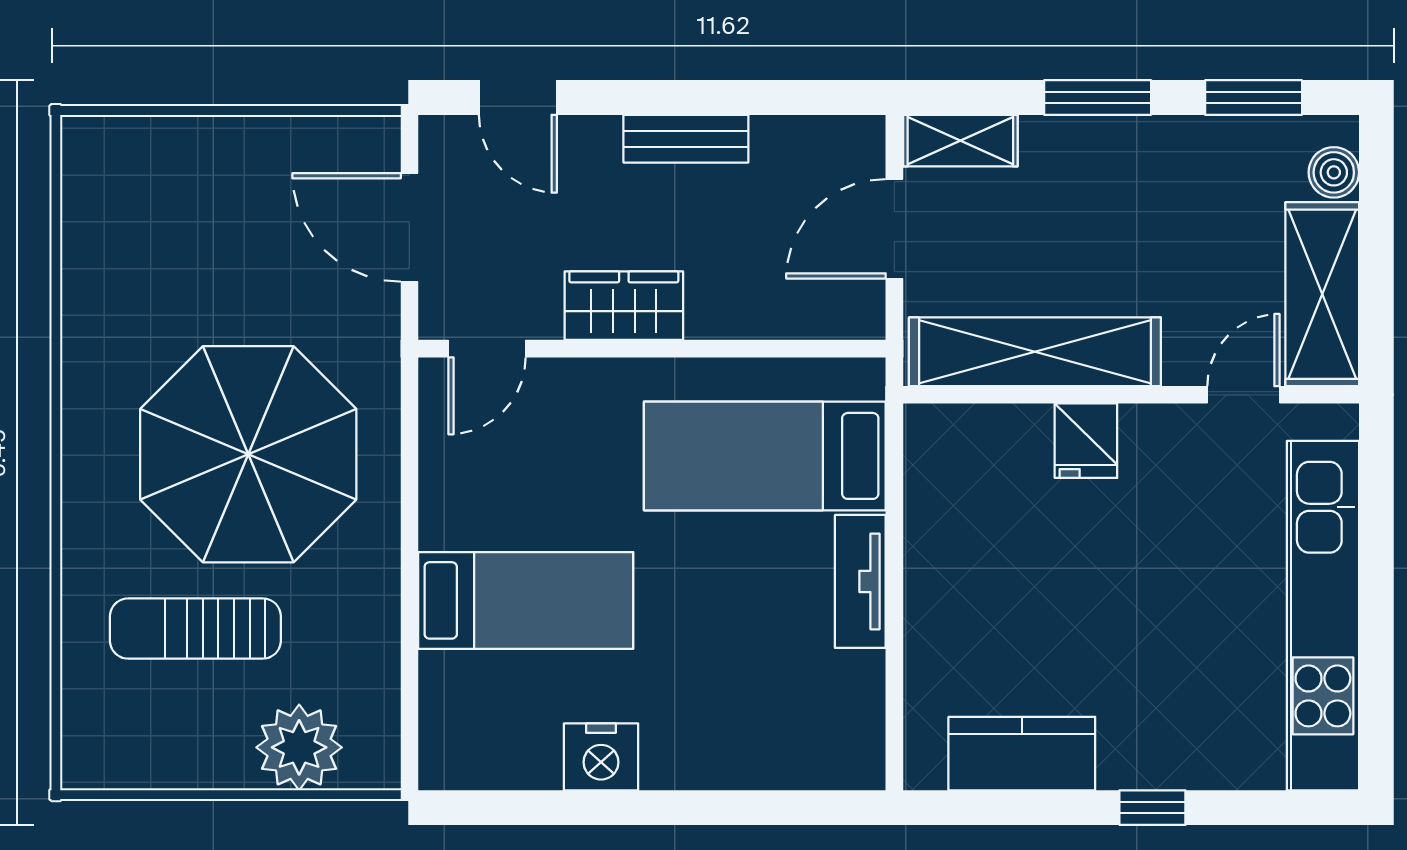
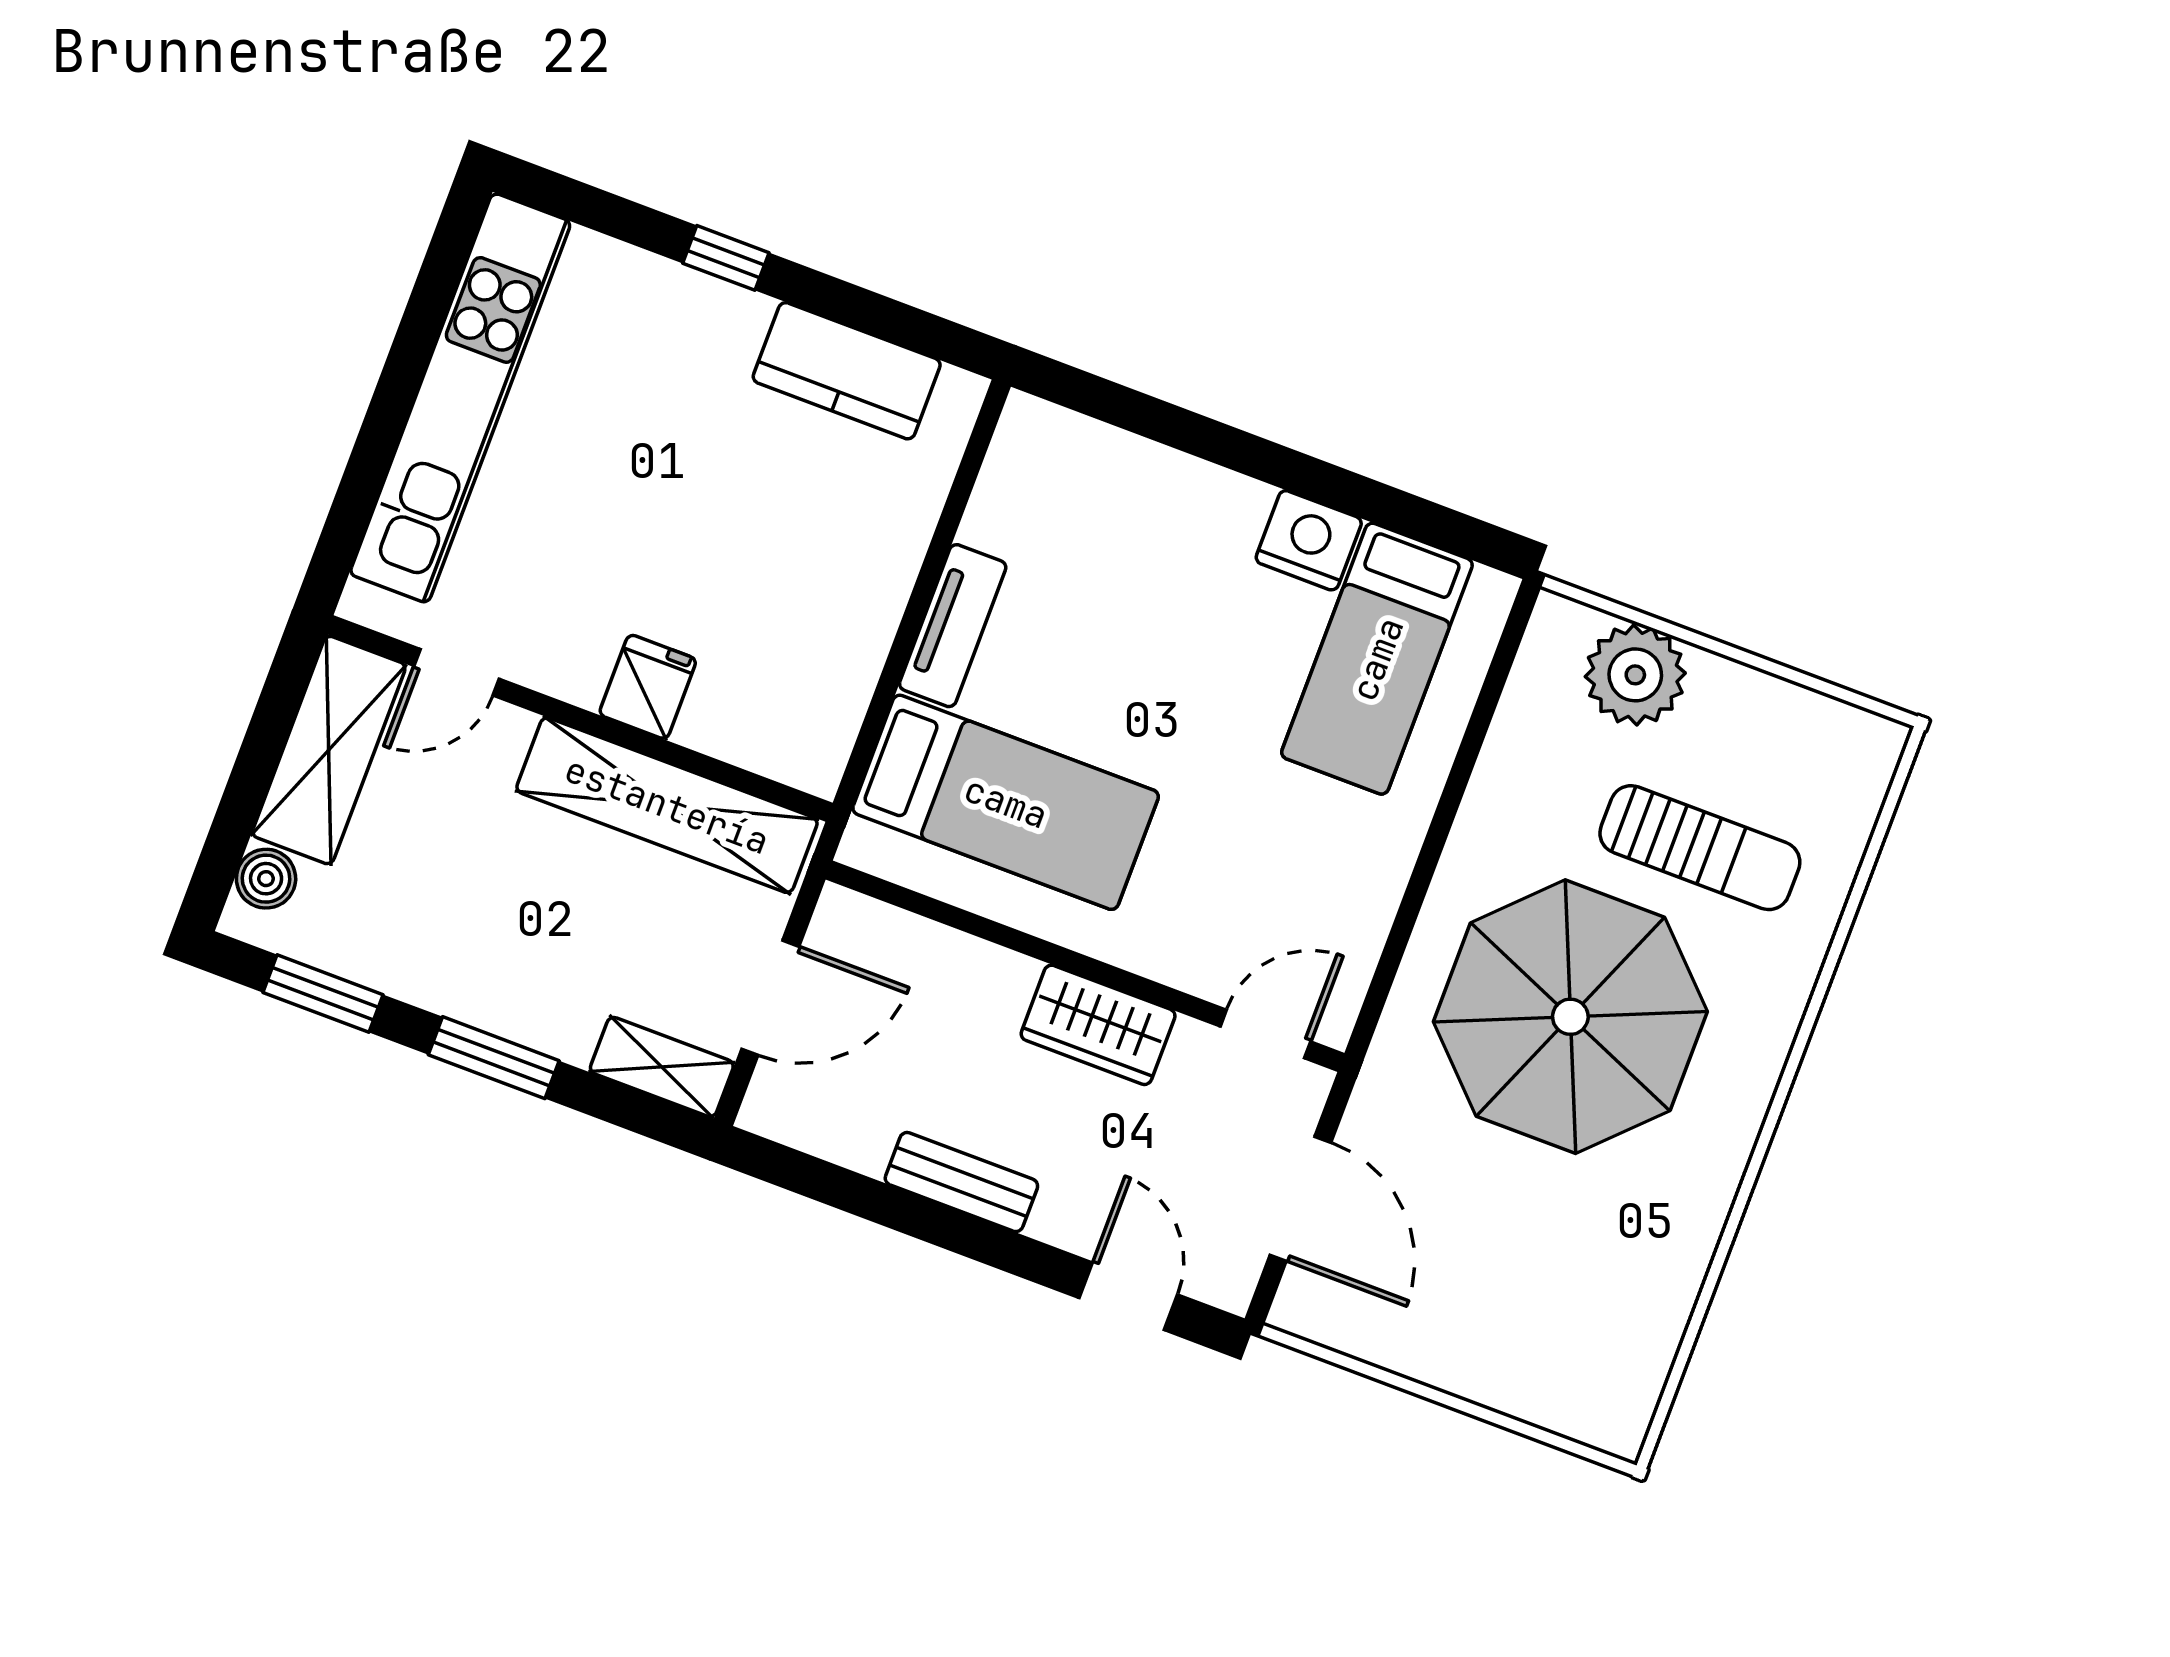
bed: (526, 600) -> (1377, 659), moved, turned -90

